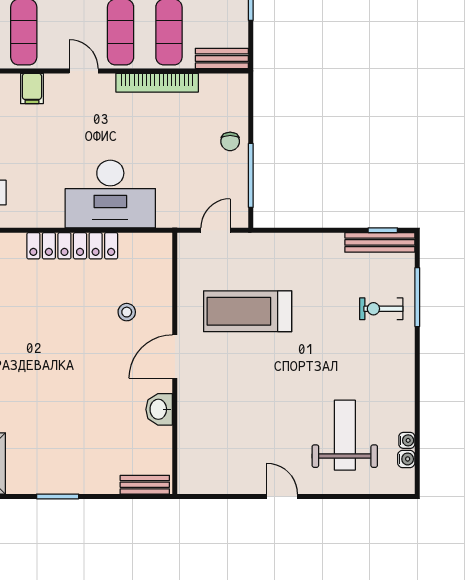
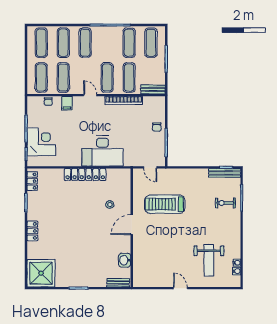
door: (216, 230) -> (150, 167), swing flipped
washbasin: (159, 409) -> (125, 260), moved
weight bench: (345, 435) -> (209, 260), turned 180

